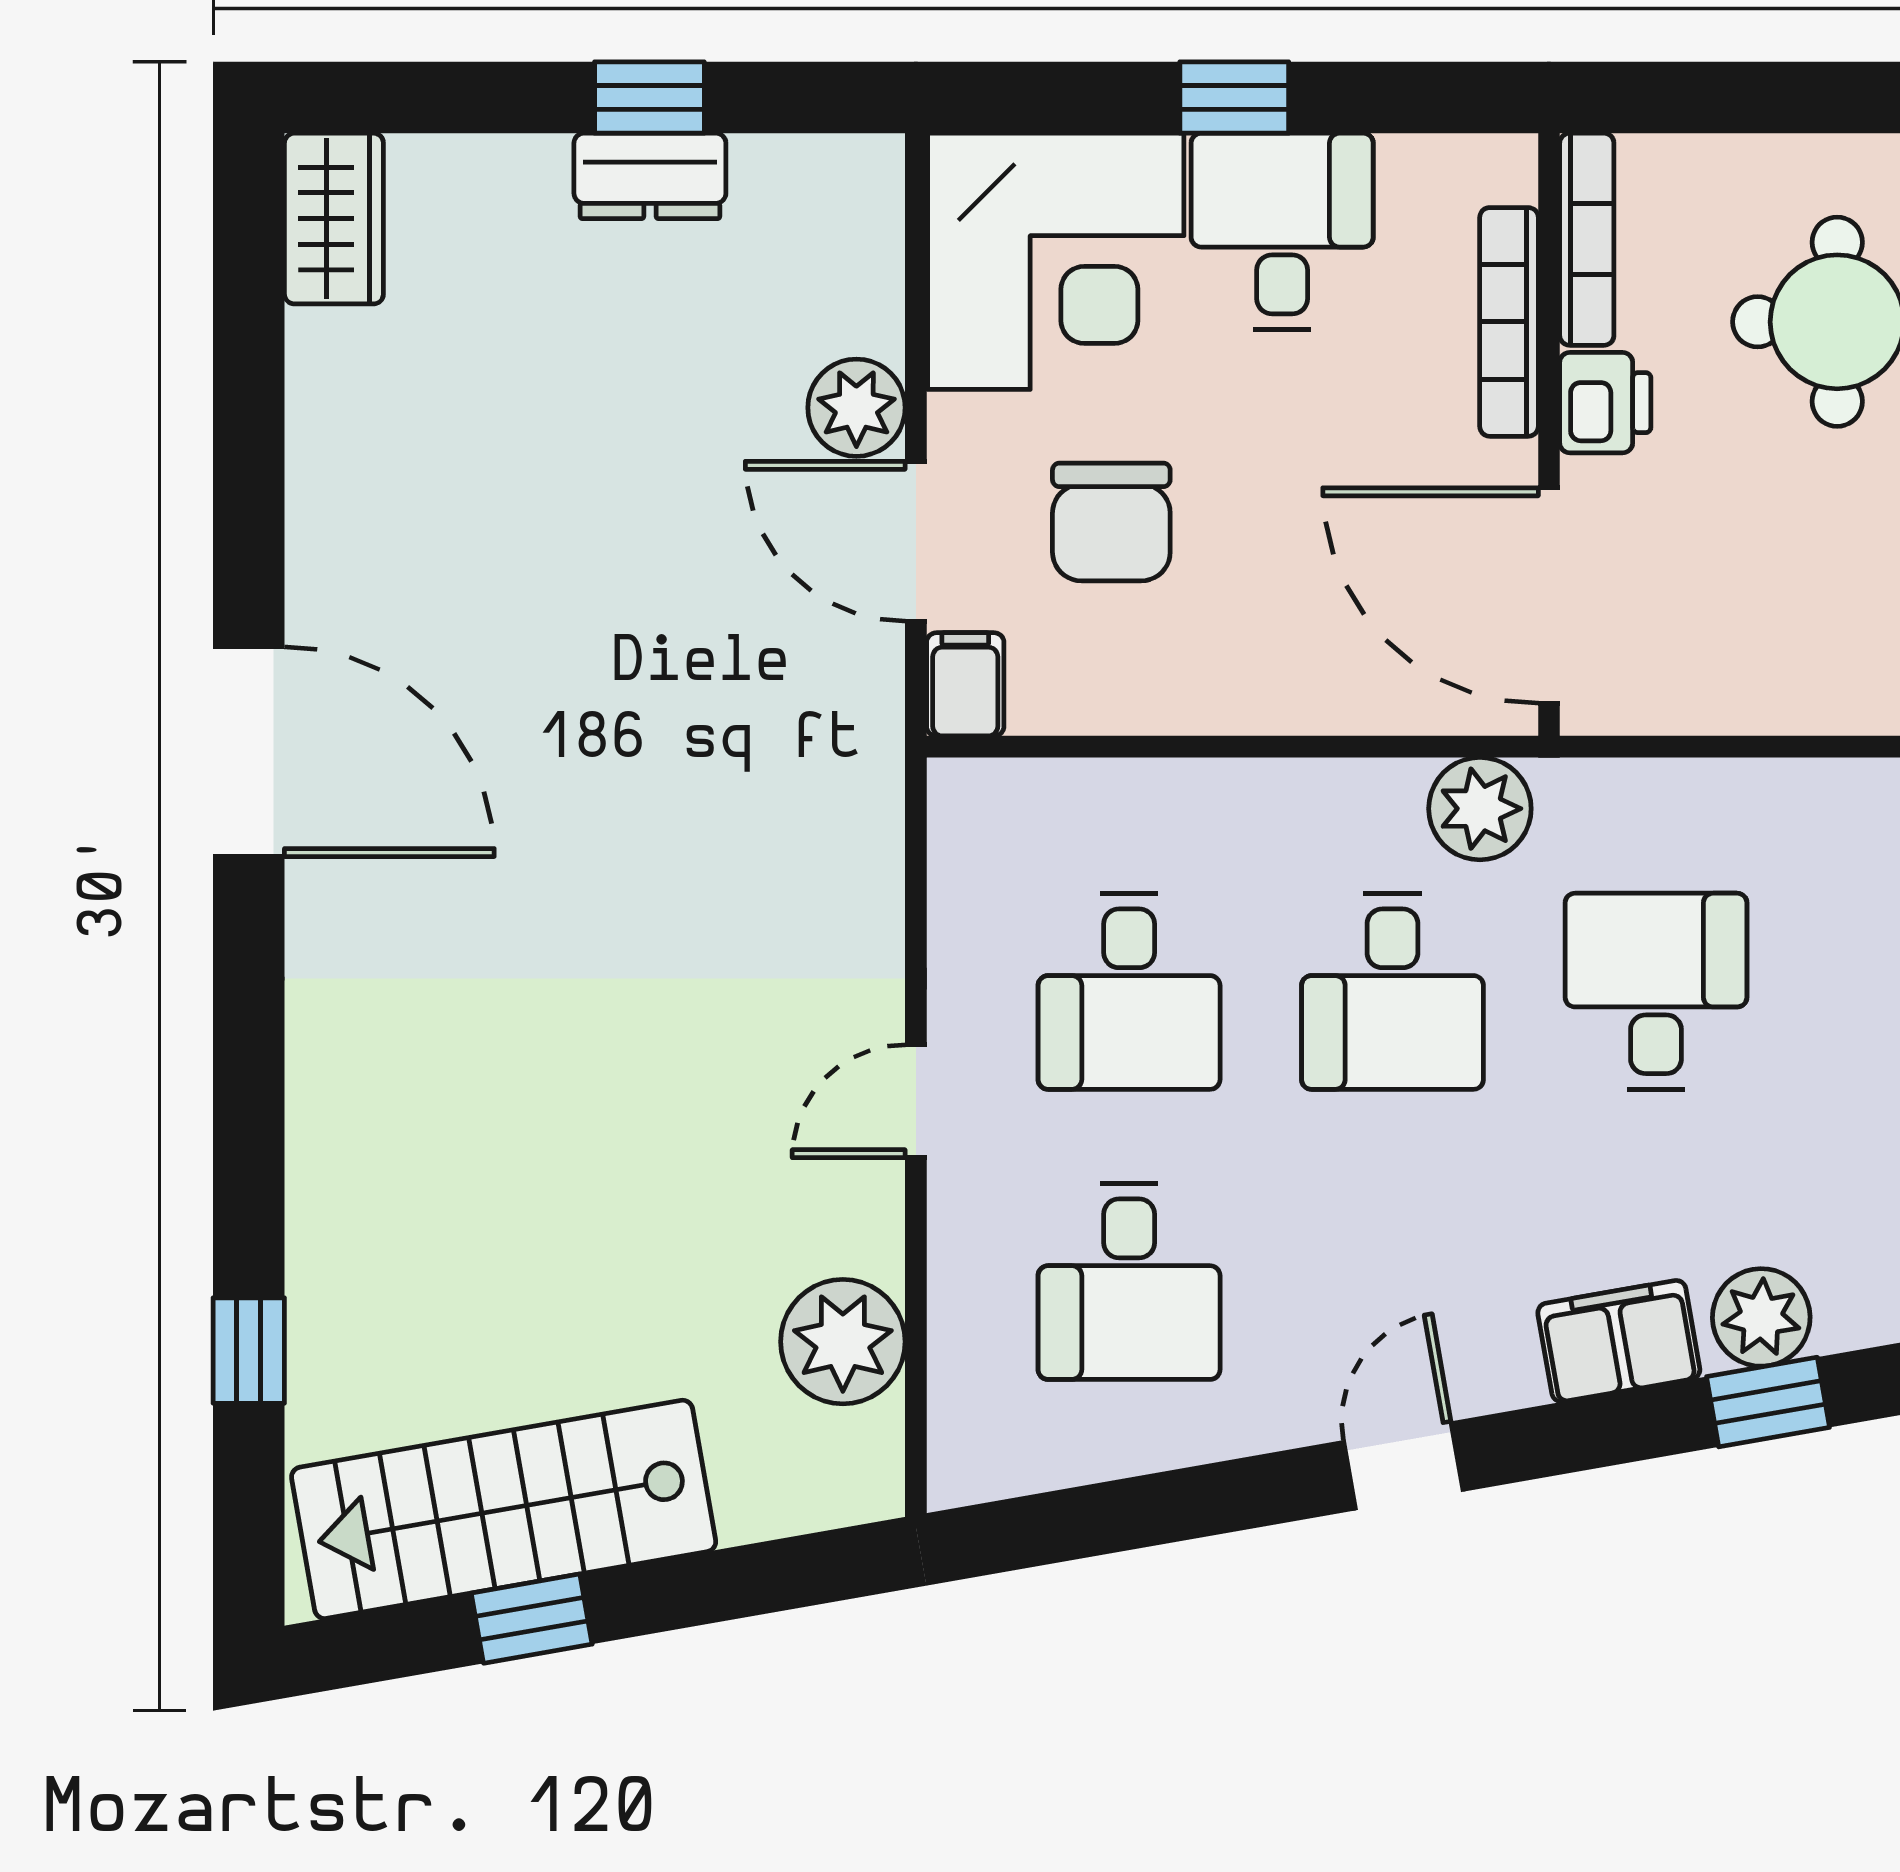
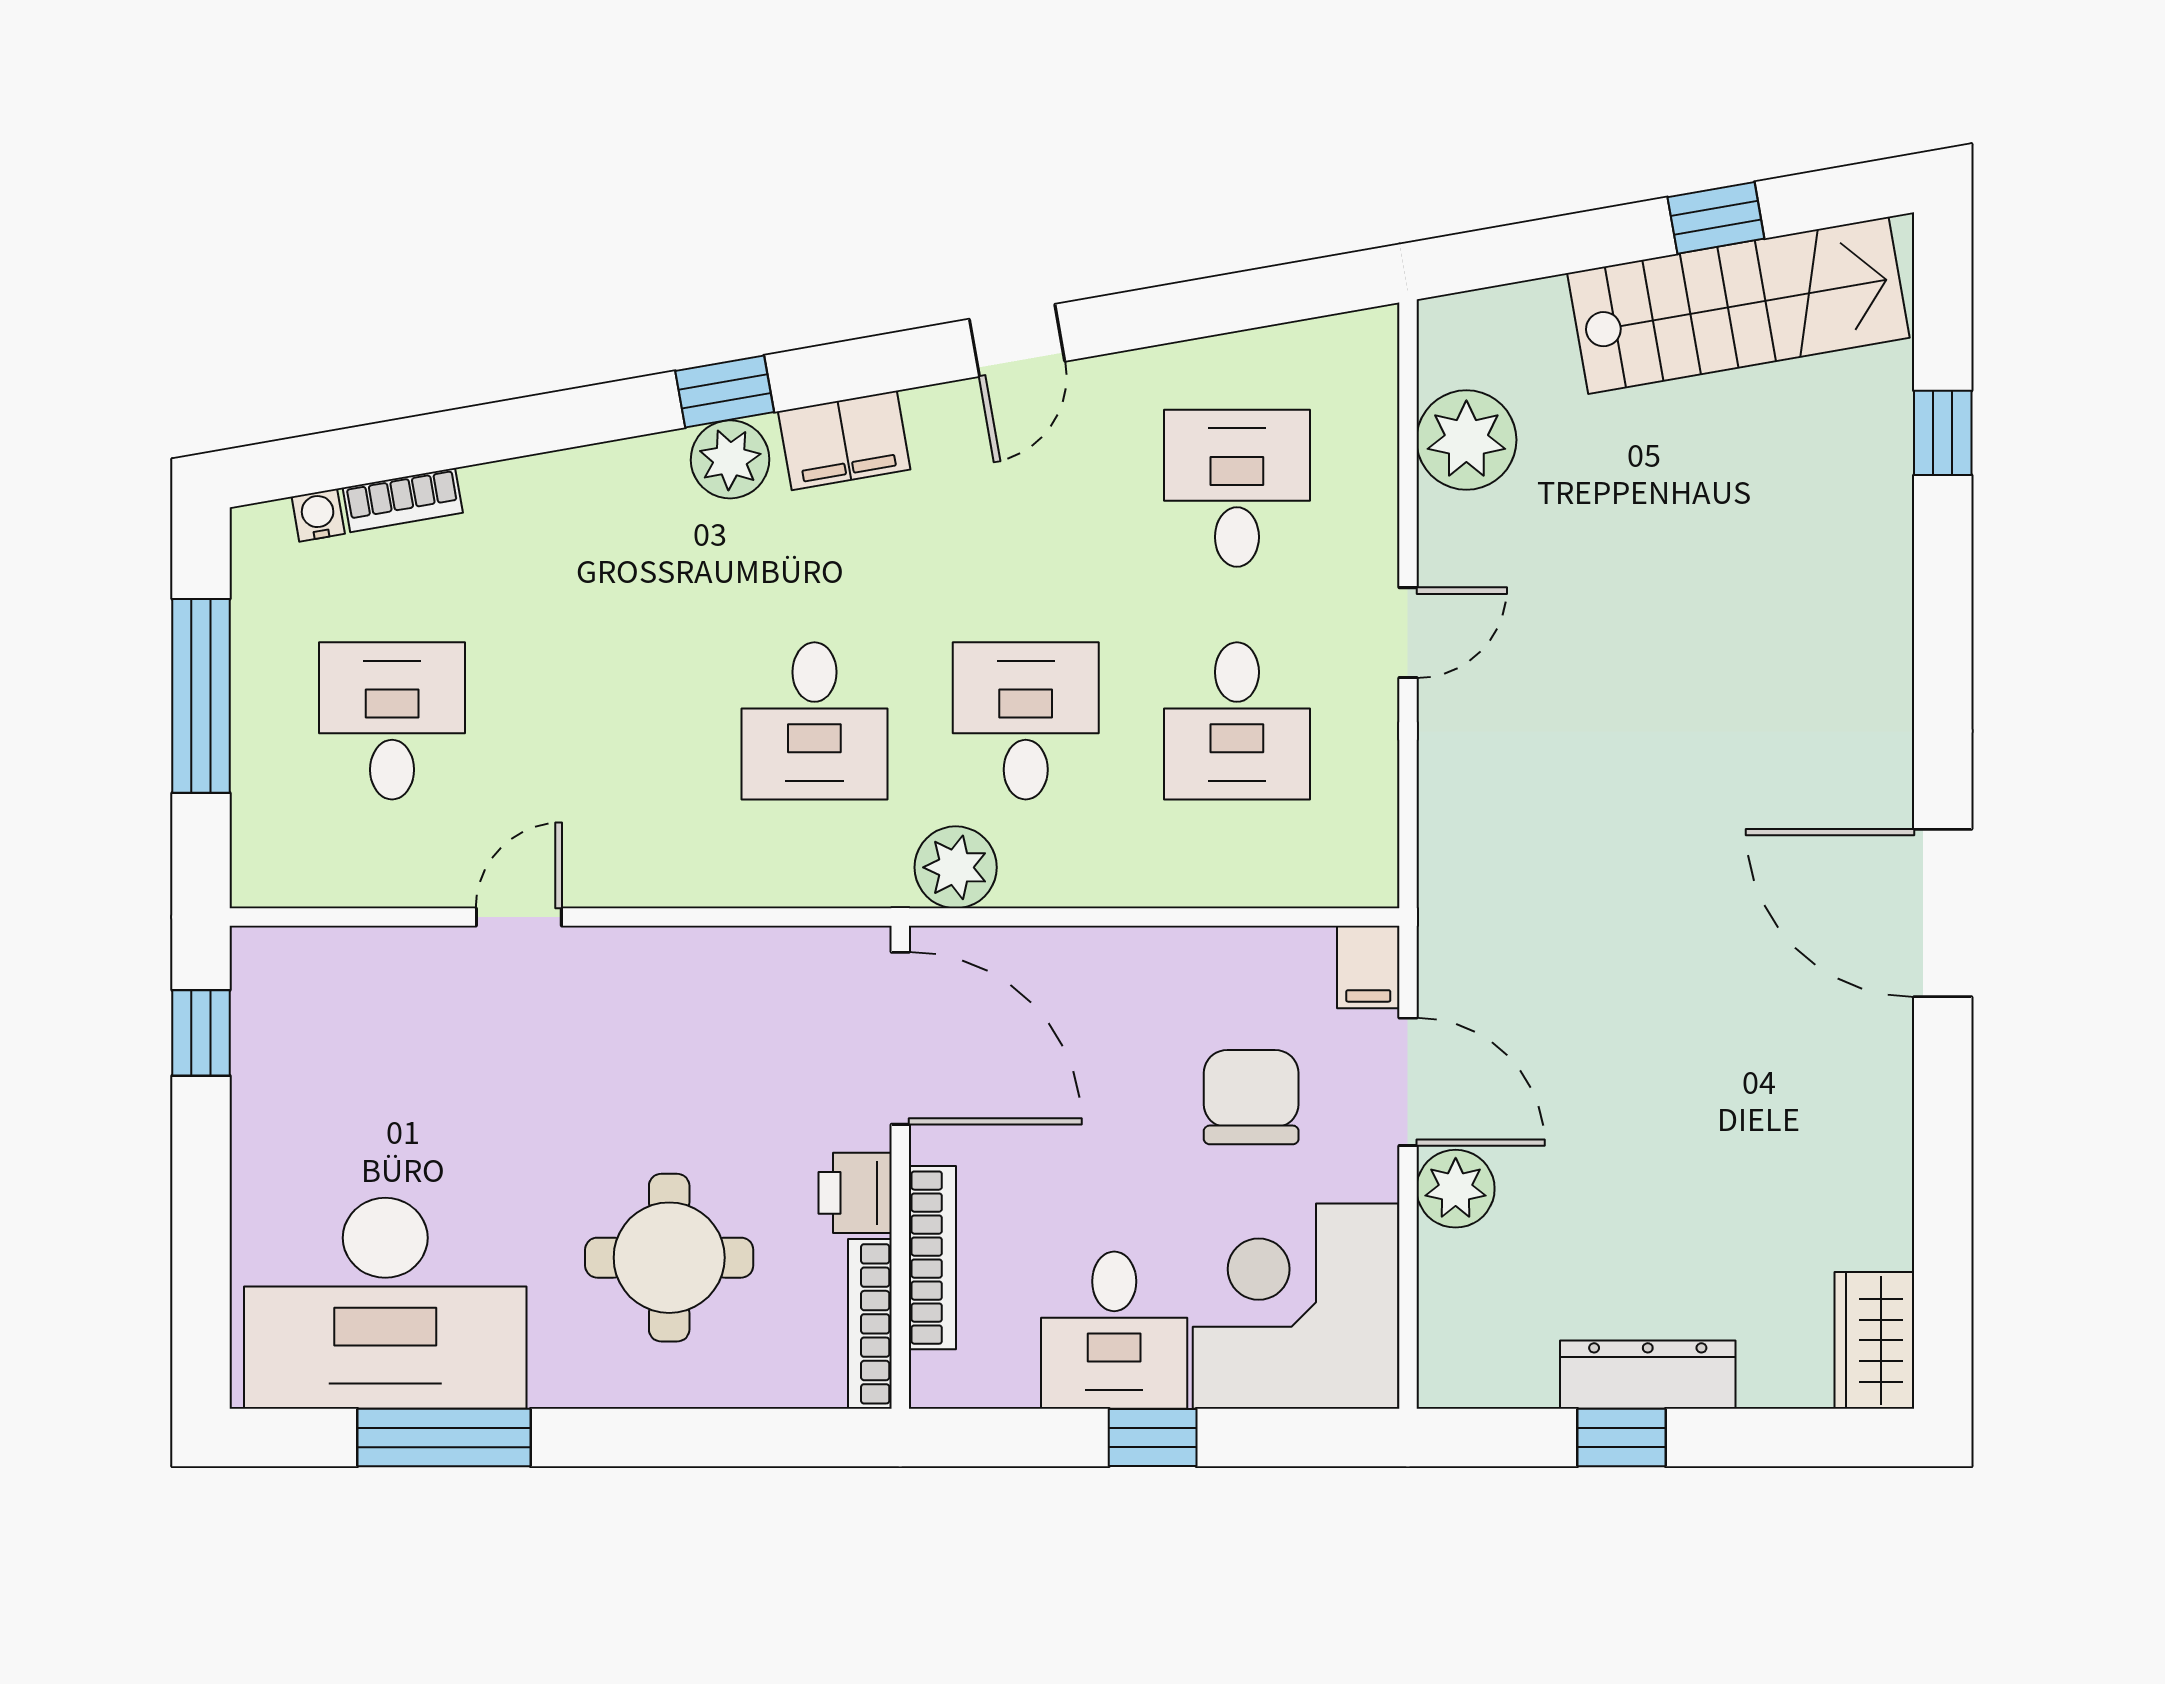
dresser: (650, 176) -> (1648, 1375), width x1.44
desk: (1129, 991) -> (1237, 721), turned 180

